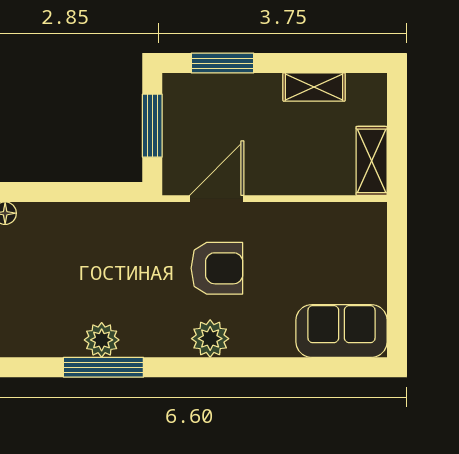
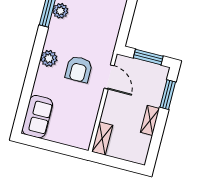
shelving: (314, 87) -> (150, 120), moved
shelving: (372, 161) -> (102, 138), moved, turned 90

